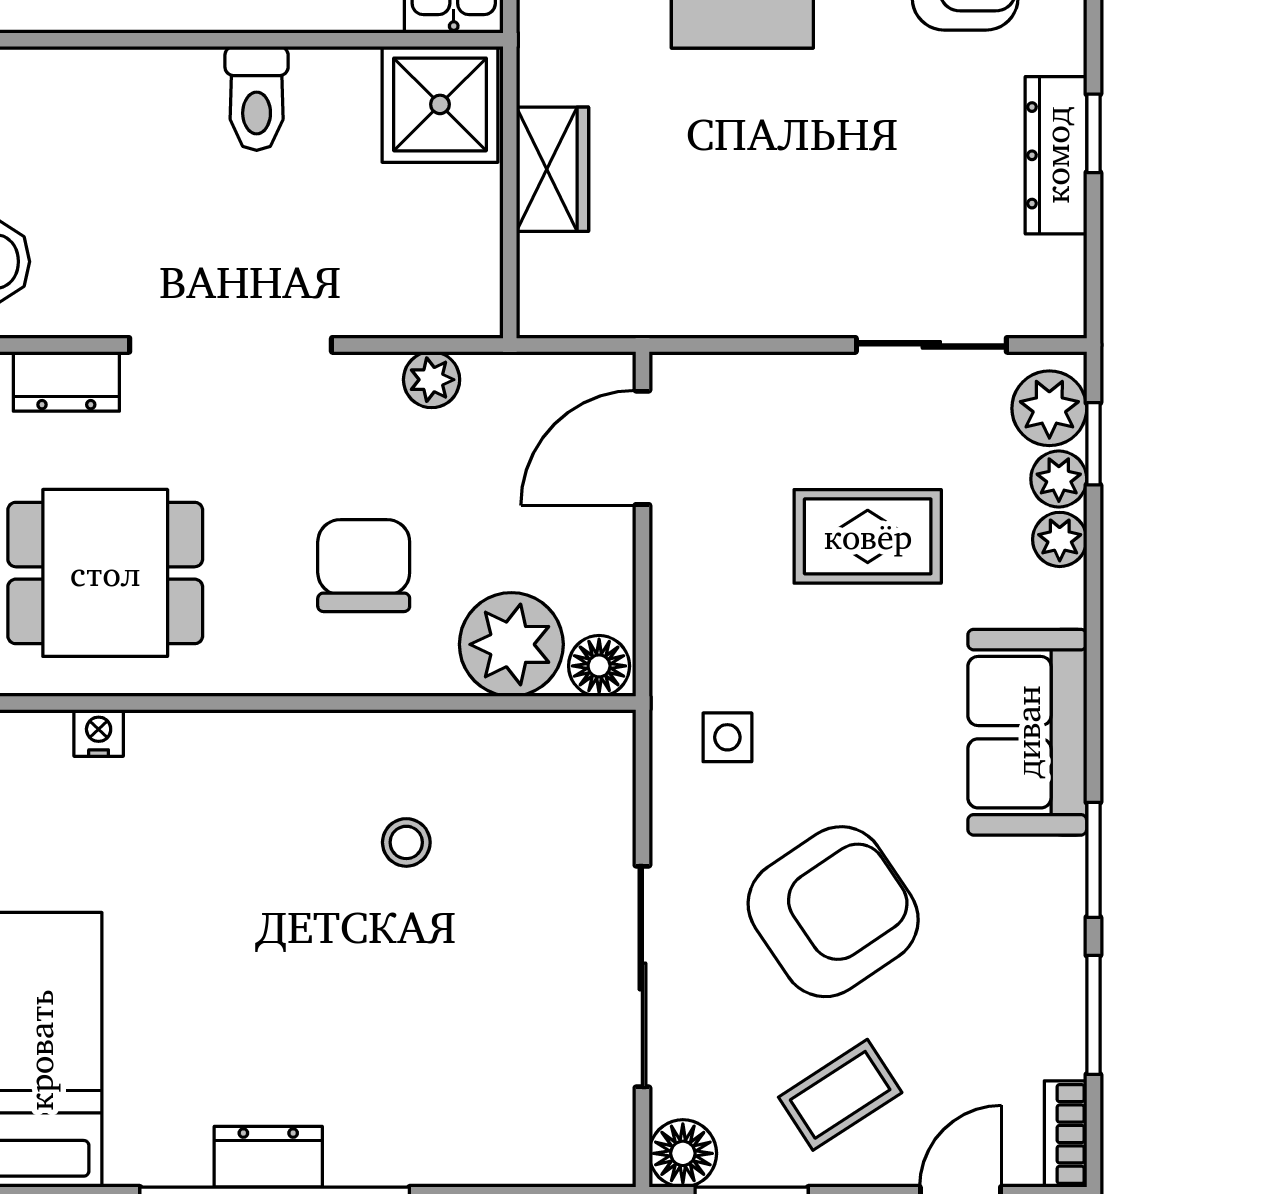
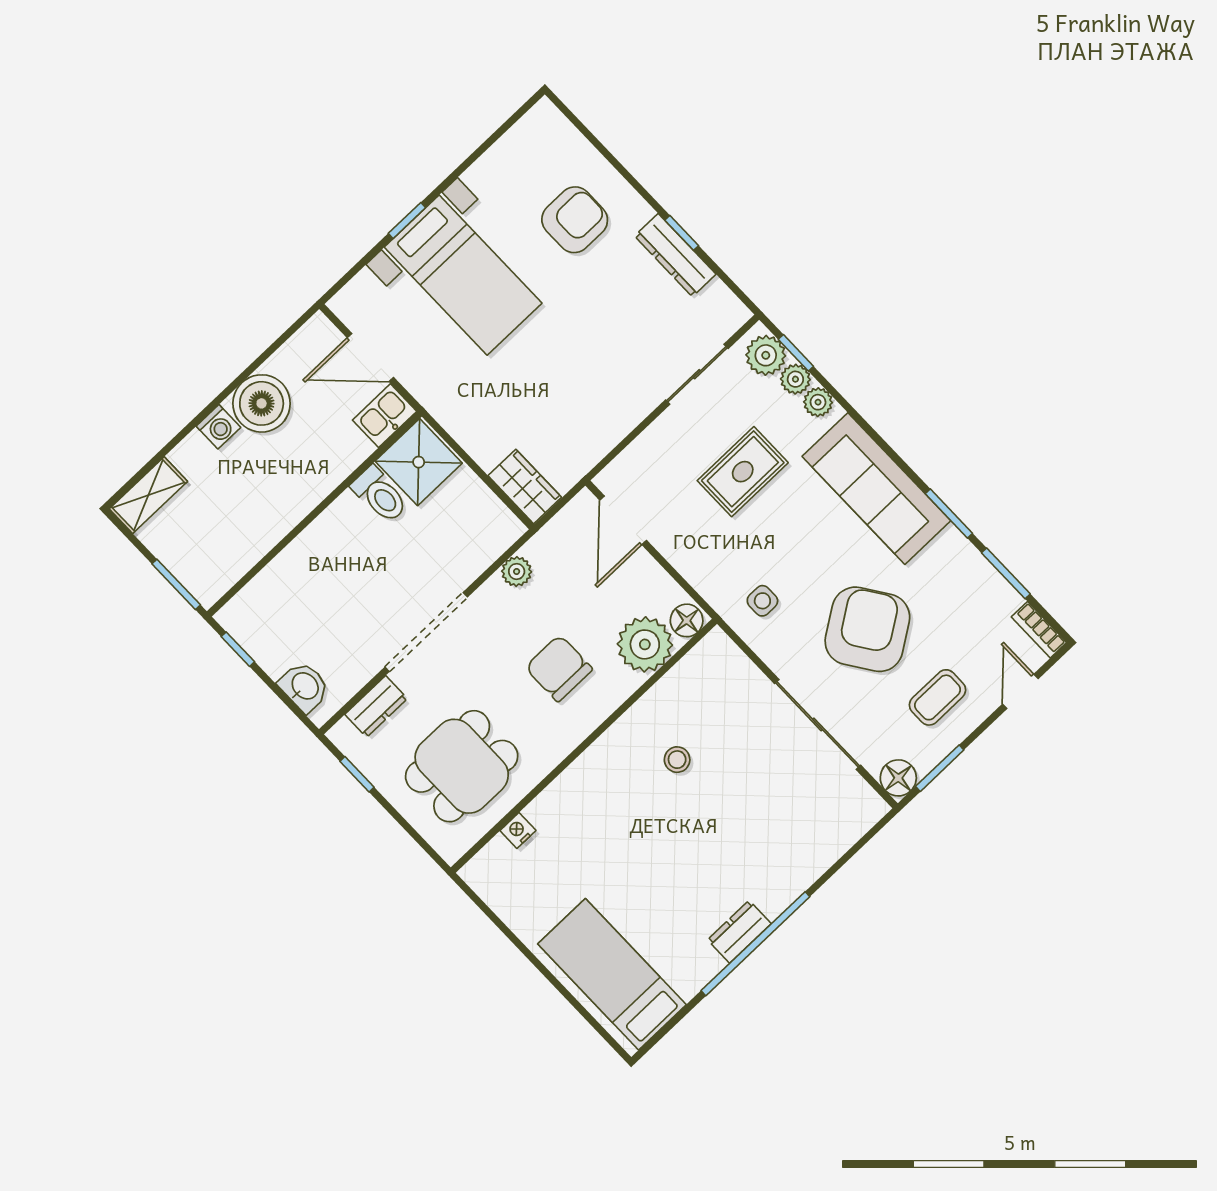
toilet: (257, 98) -> (380, 495), moved
wardrobe: (553, 169) -> (525, 486), moved
sofa: (1027, 732) -> (876, 489), width x1.36
coffee table: (840, 1095) -> (938, 697), turned 33

